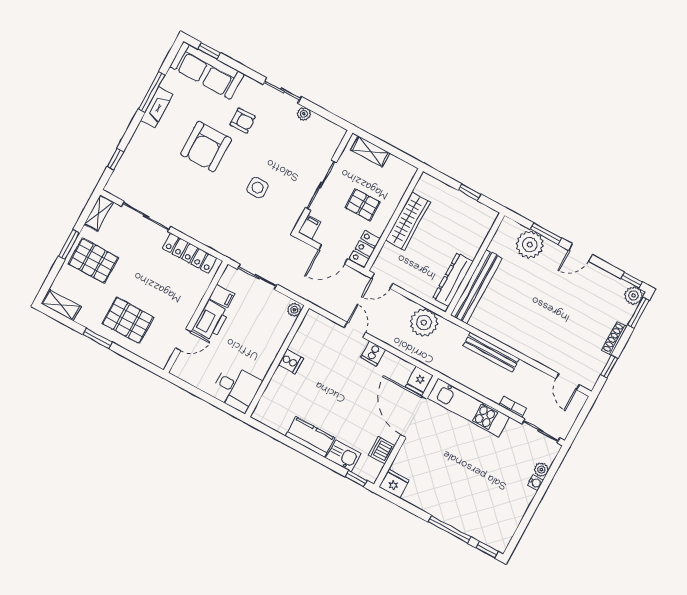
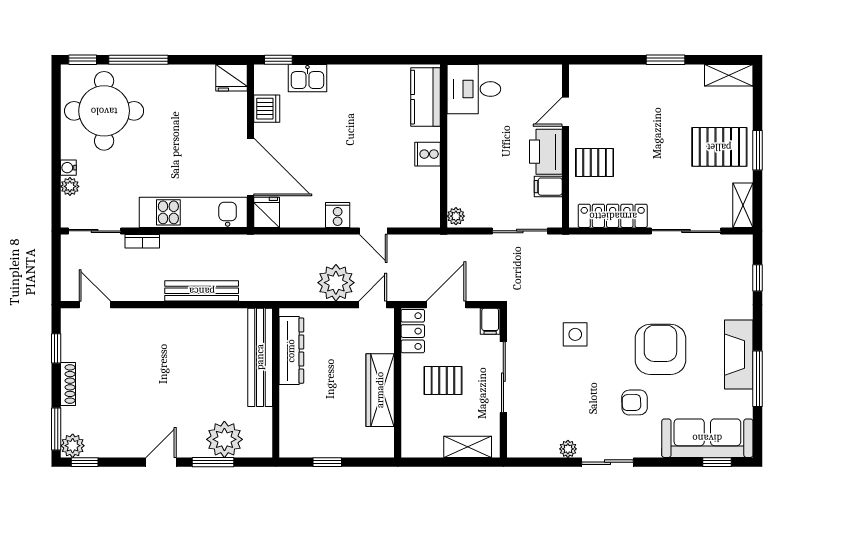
fireplace: (157, 107) -> (739, 355), width x1.37, depth x1.32
pallet: (128, 320) -> (595, 162), moved, width x0.67, depth x0.71
plant: (424, 323) -> (336, 283), moved
kitchen counter: (310, 437) -> (426, 97), moved, turned 90
round table: (491, 508) -> (104, 111), added

